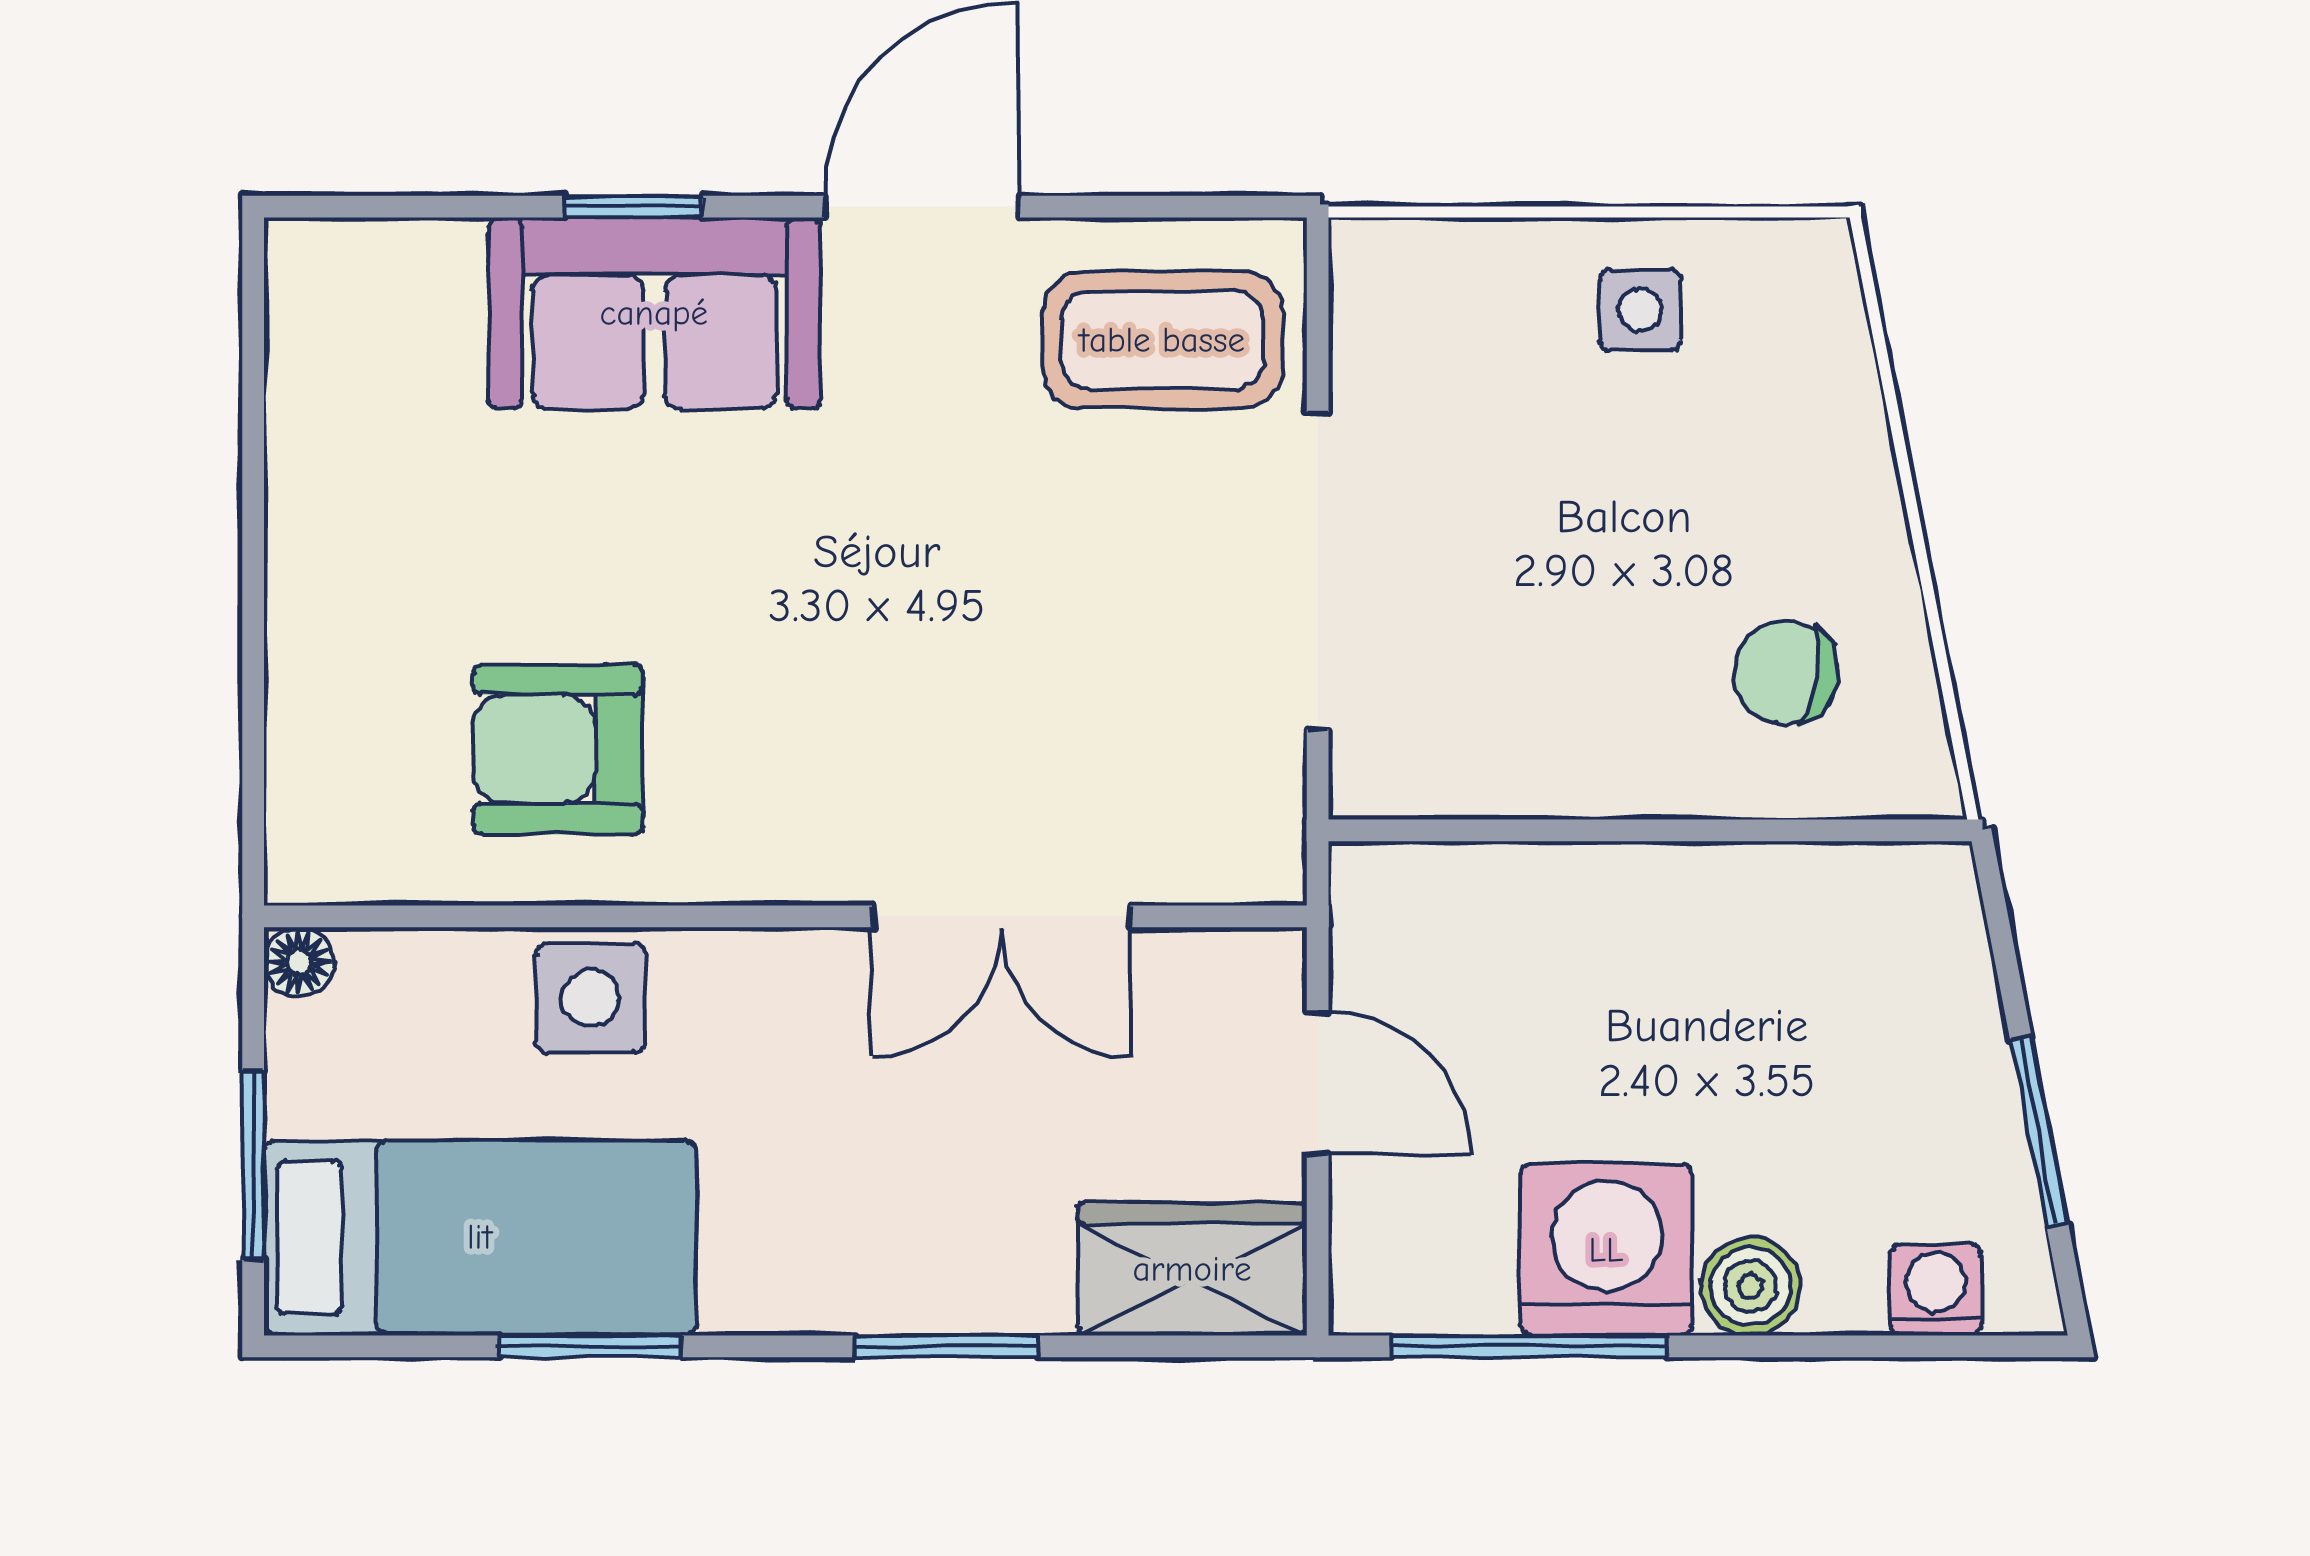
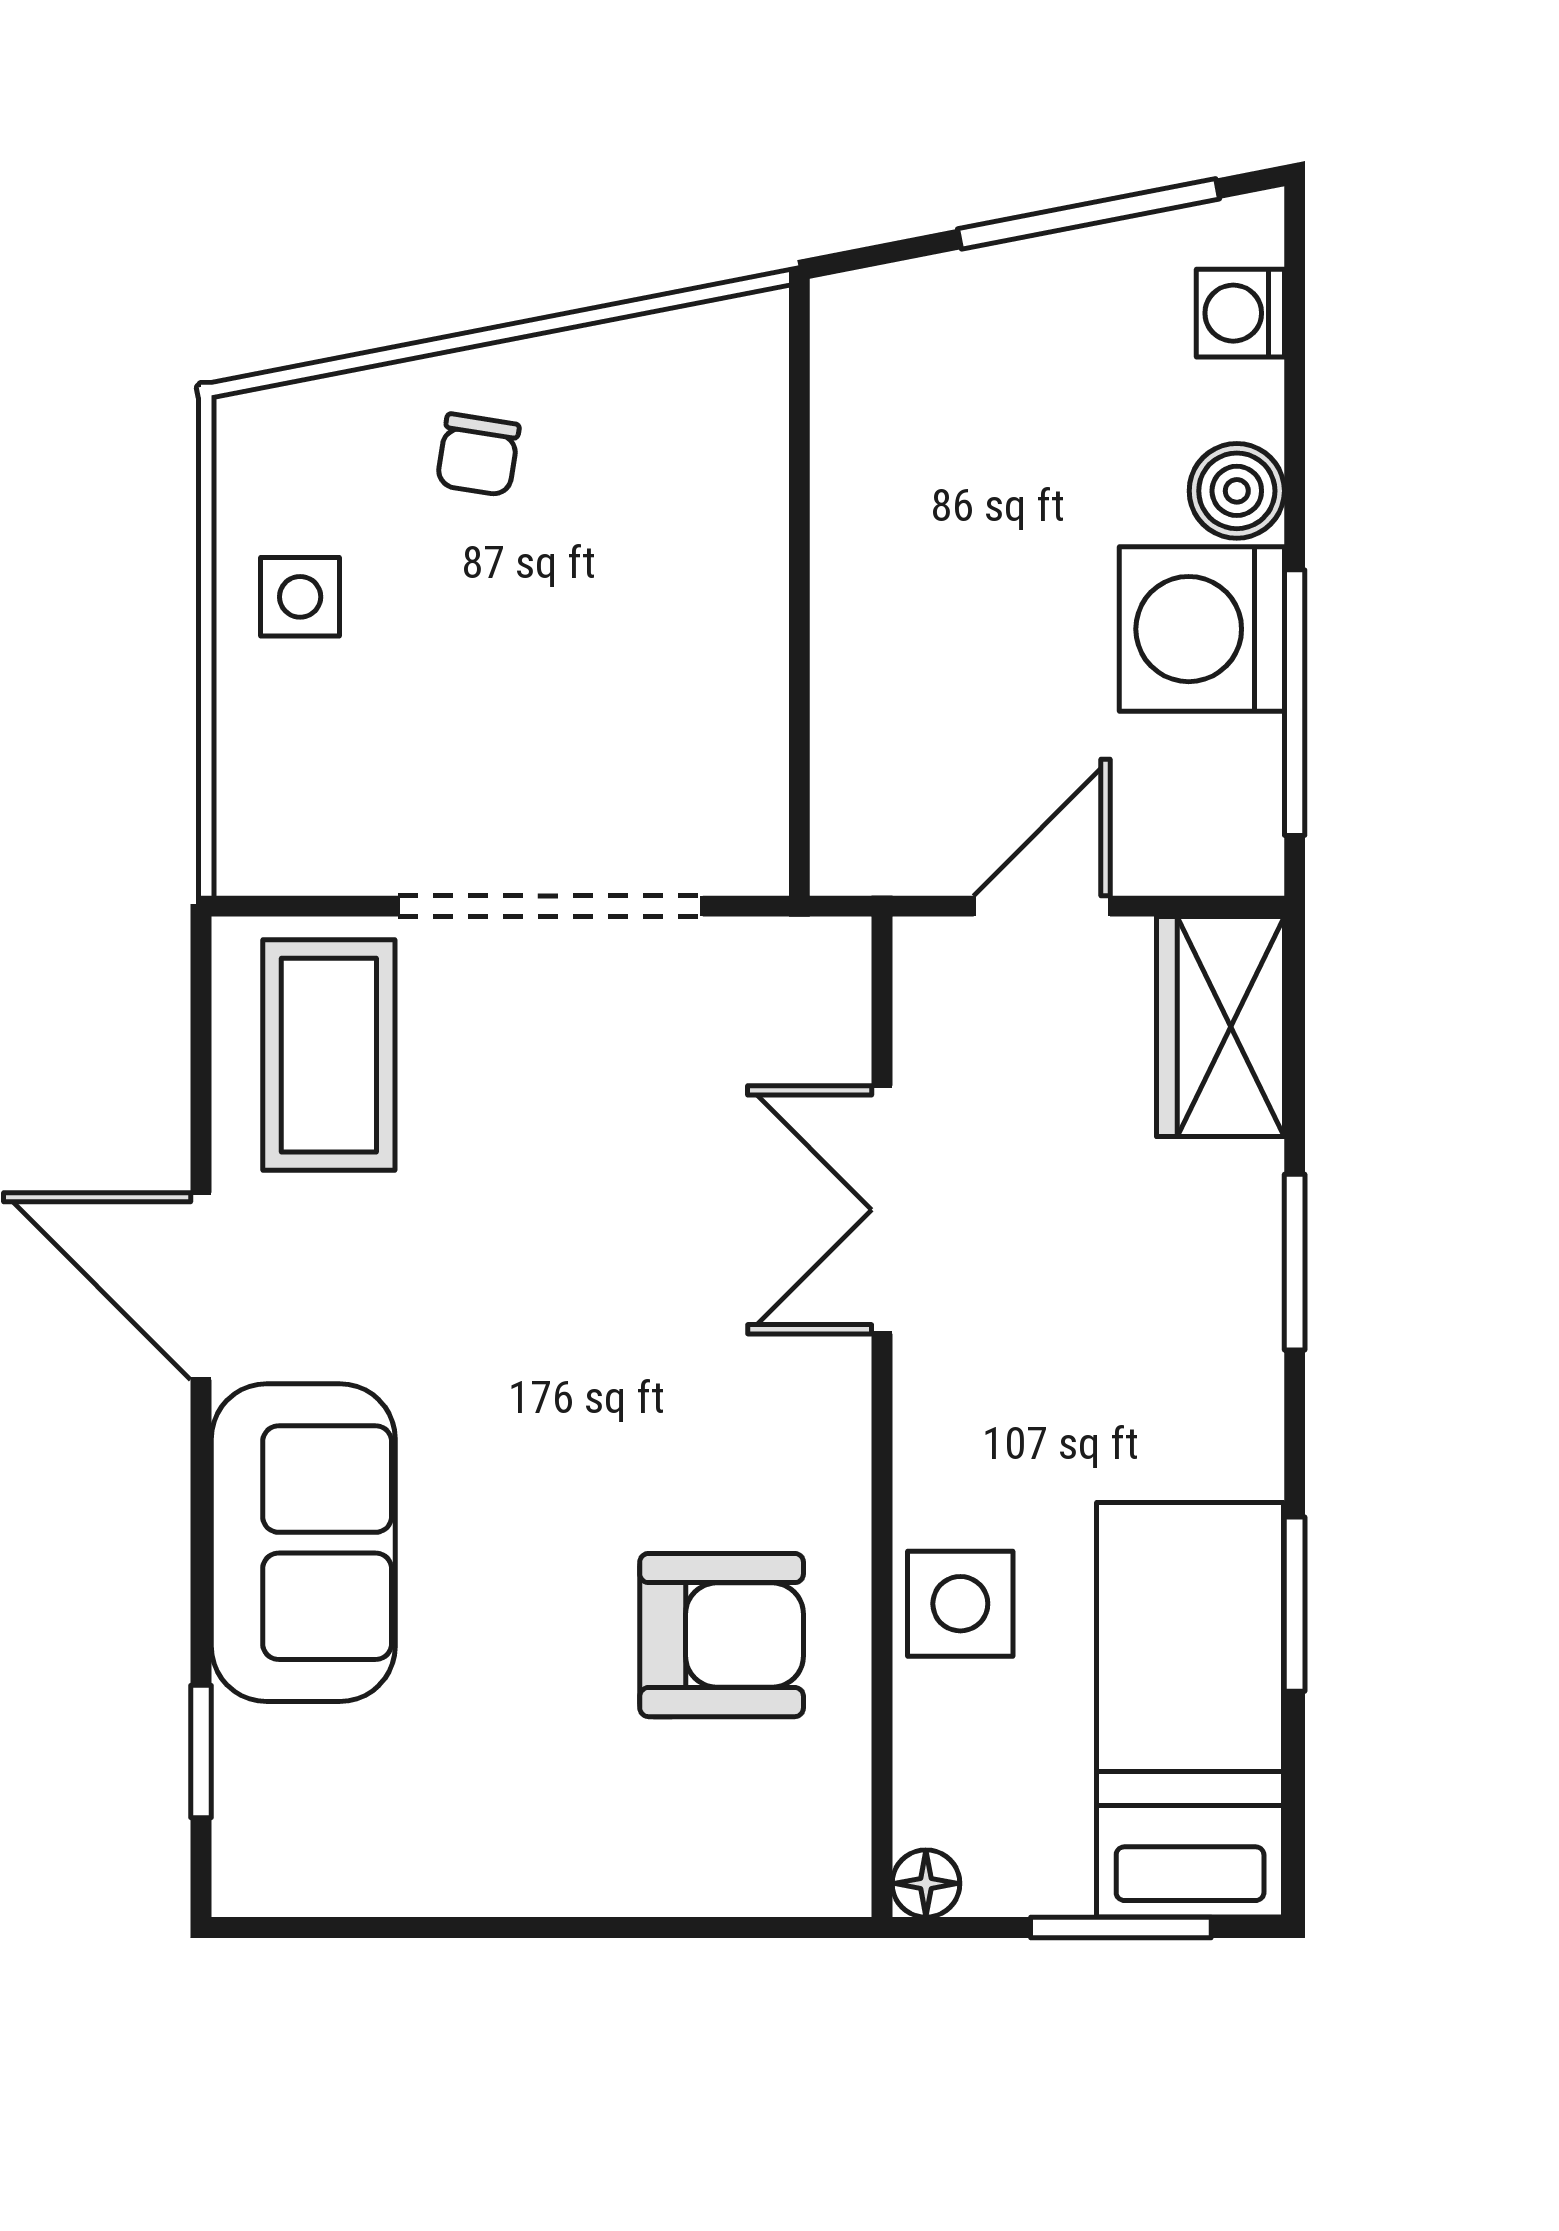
window: (634, 207) -> (201, 1751), moved
chair: (1786, 673) -> (478, 455), moved, width x0.73, depth x0.73
armchair: (558, 749) -> (722, 1635), turned -90
double door: (1001, 916) -> (882, 1210), swing flipped
window: (2039, 1132) -> (1089, 214), width x1.44

